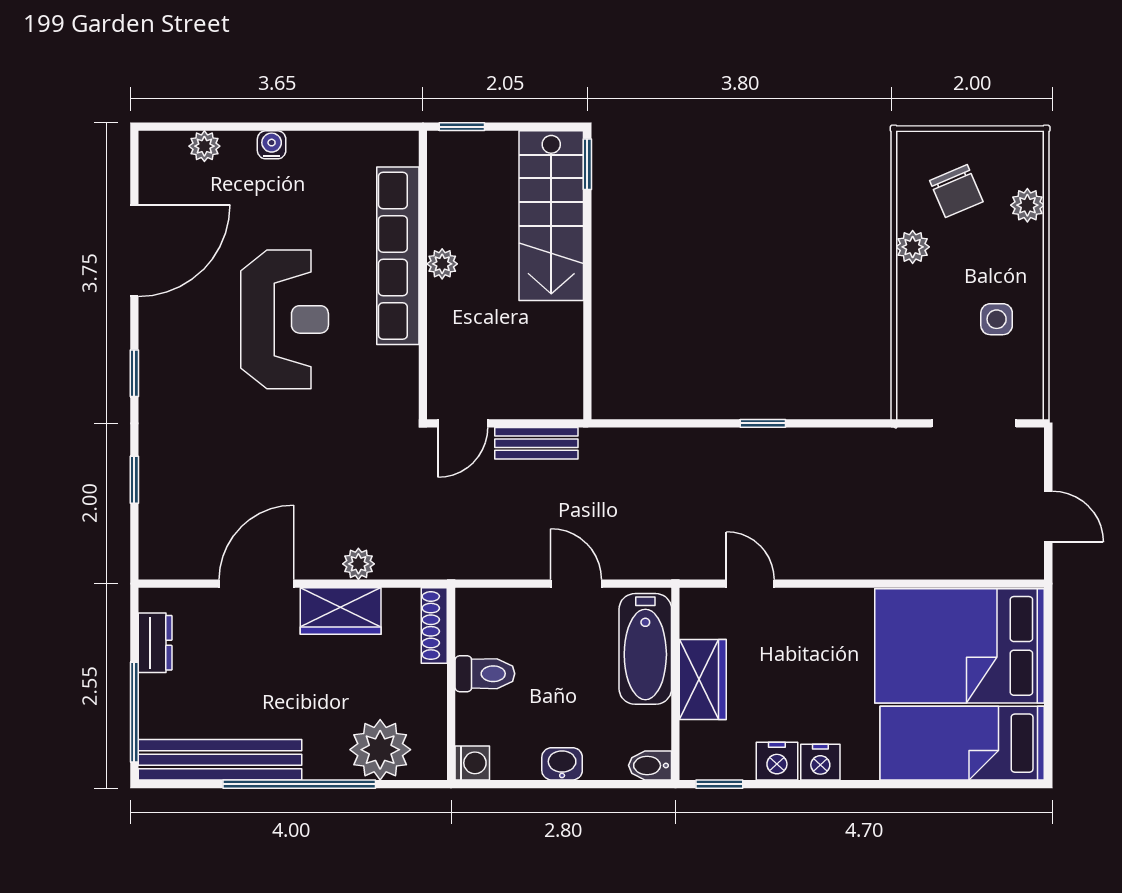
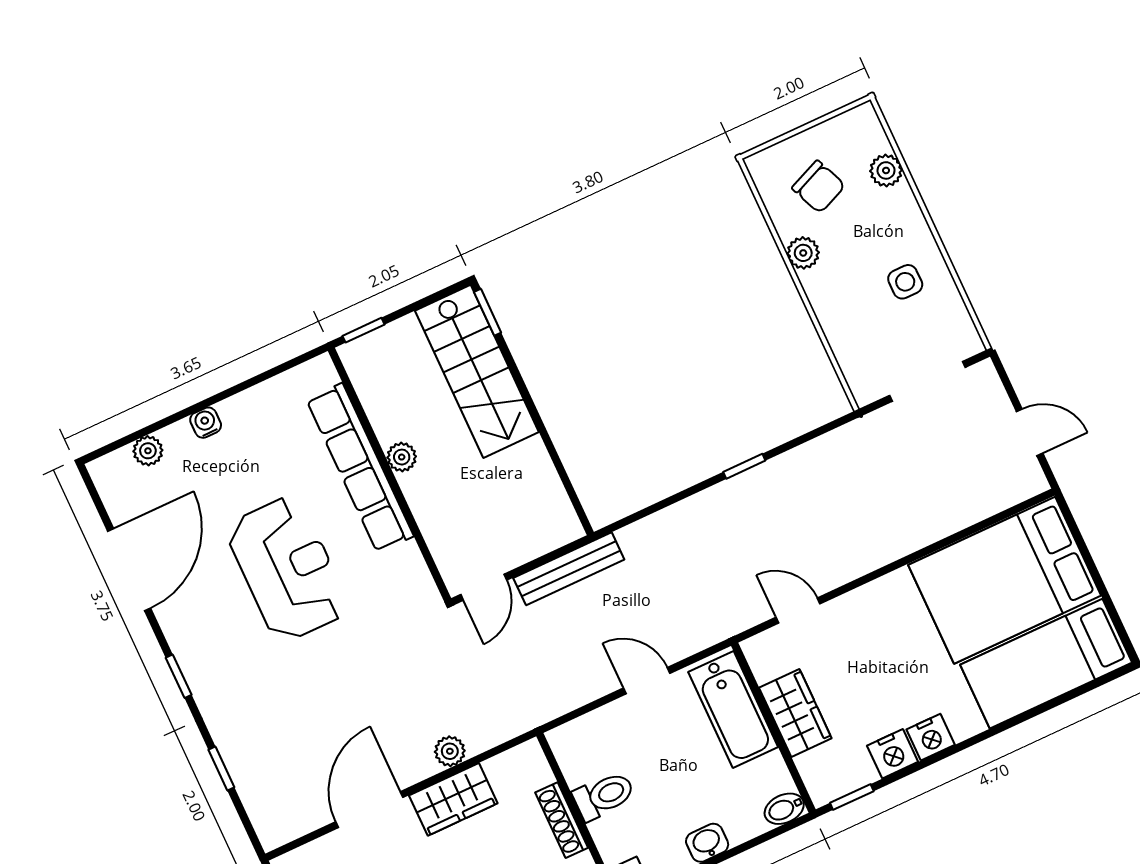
bench: (536, 443) -> (569, 569), width x1.36
shoe rack: (434, 626) -> (562, 820), moved

